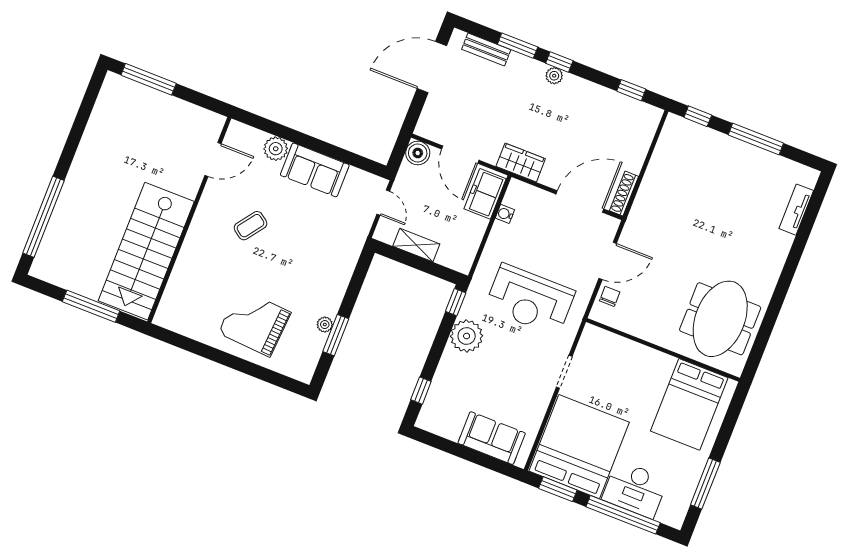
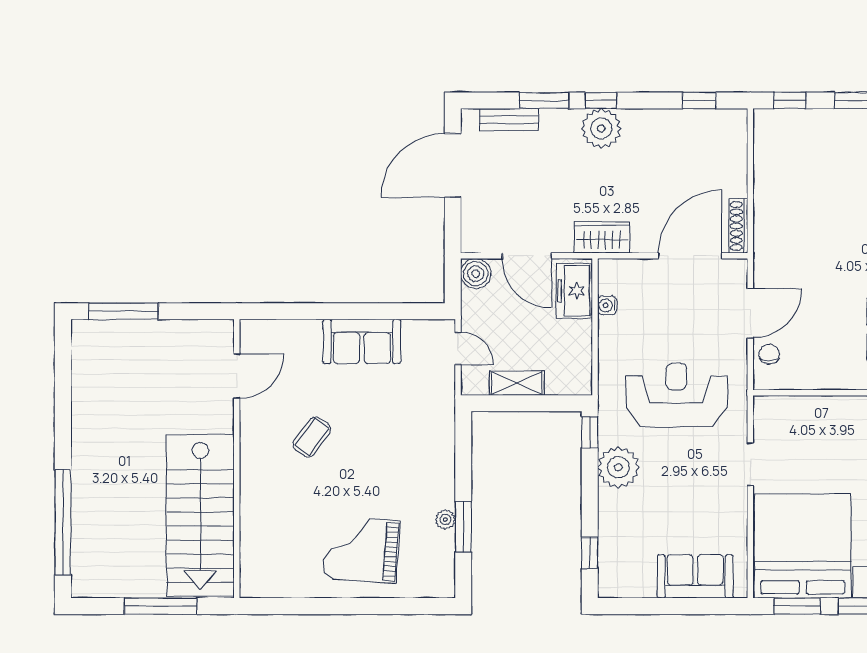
plant: (554, 76) -> (601, 128), width x1.87, depth x1.87
plant: (276, 149) -> (306, 334), removed
reception desk: (530, 300) -> (676, 395), turned 180

